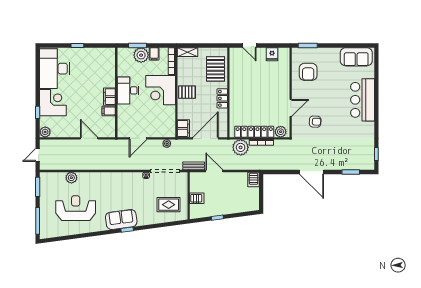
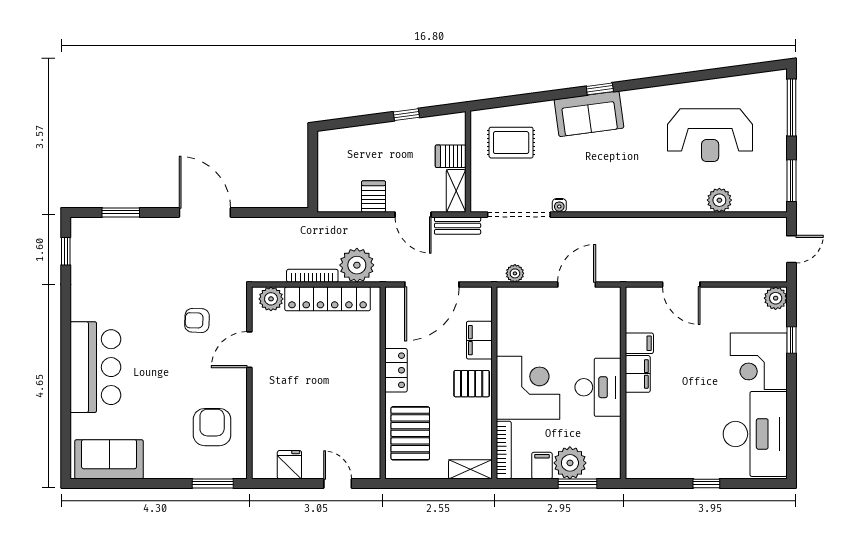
filing cabinet: (183, 128) -> (479, 340), moved
server rack: (254, 179) -> (374, 197), moved
shelving: (194, 182) -> (456, 191), added
sofa: (121, 220) -> (589, 114), moved

